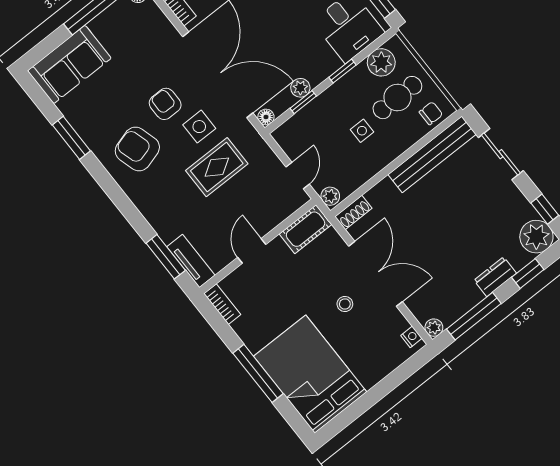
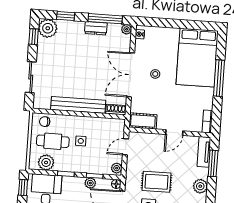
bench: (432, 154) -> (78, 105), moved
plant: (330, 196) -> (117, 168), moved
plant: (156, 213) -> (200, 186), added
dresser: (495, 277) -> (96, 28), moved

